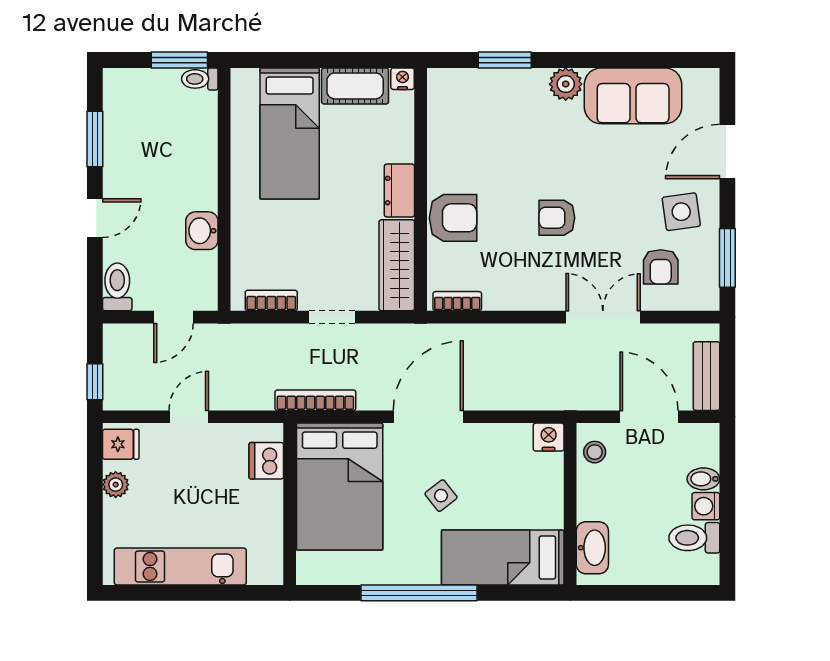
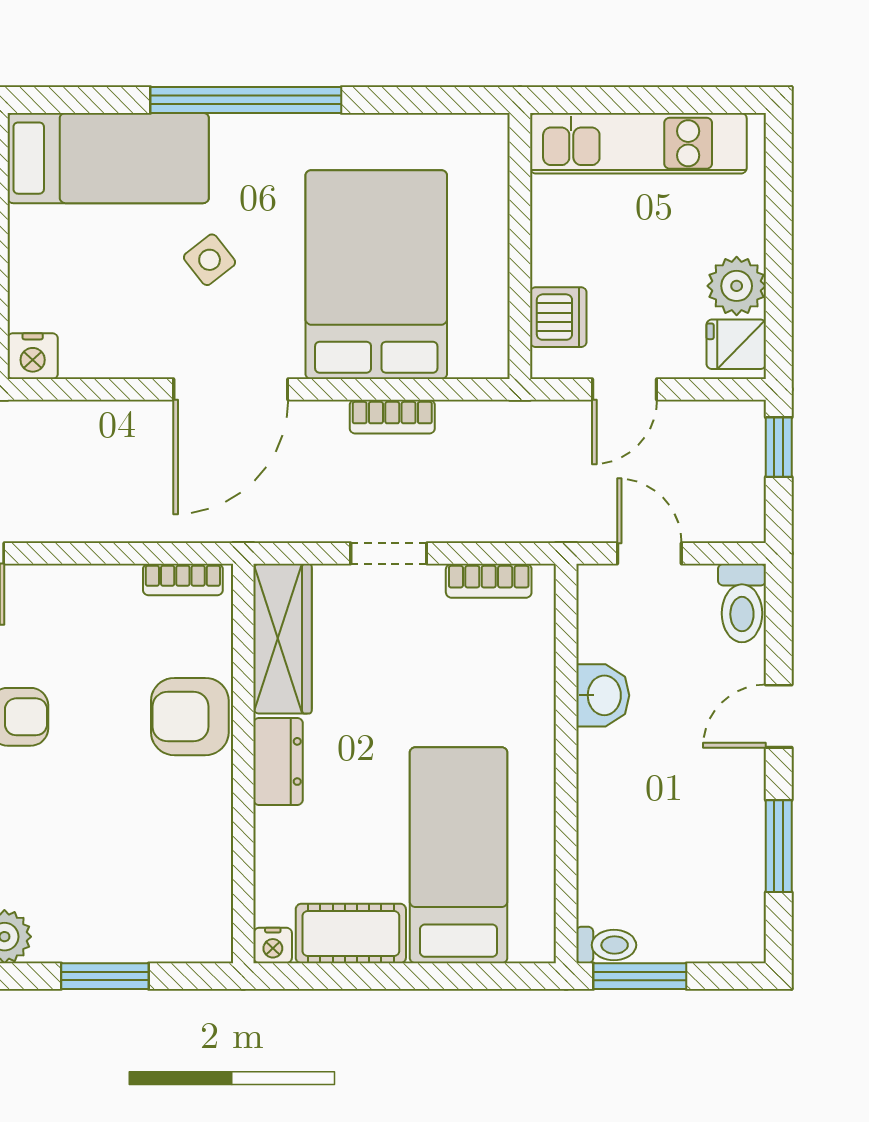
door: (174, 317) -> (649, 553), hinge flipped
bookcase: (315, 400) -> (392, 417), width x0.64
dishwasher: (266, 461) -> (558, 317), moved
plant: (116, 485) -> (737, 286), width x1.38, depth x1.38
wall: (290, 504) -> (520, 246), moved

